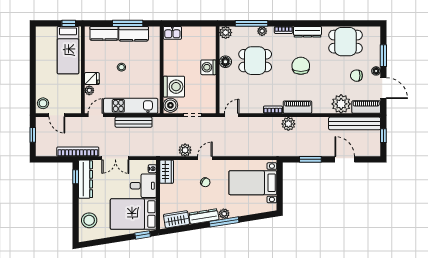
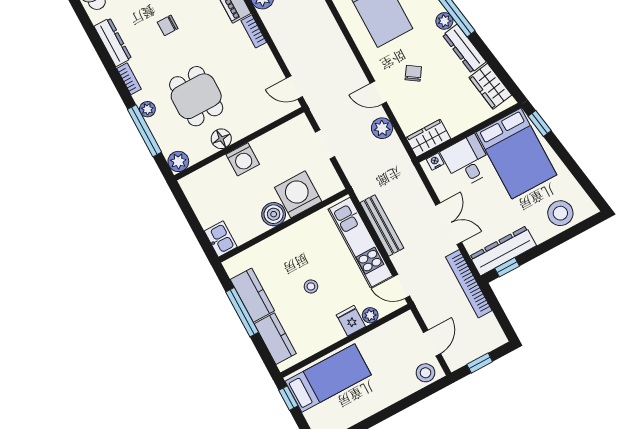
chair: (301, 66) -> (168, 25), width x0.54, depth x0.54
boiler: (170, 105) -> (274, 214), moved

